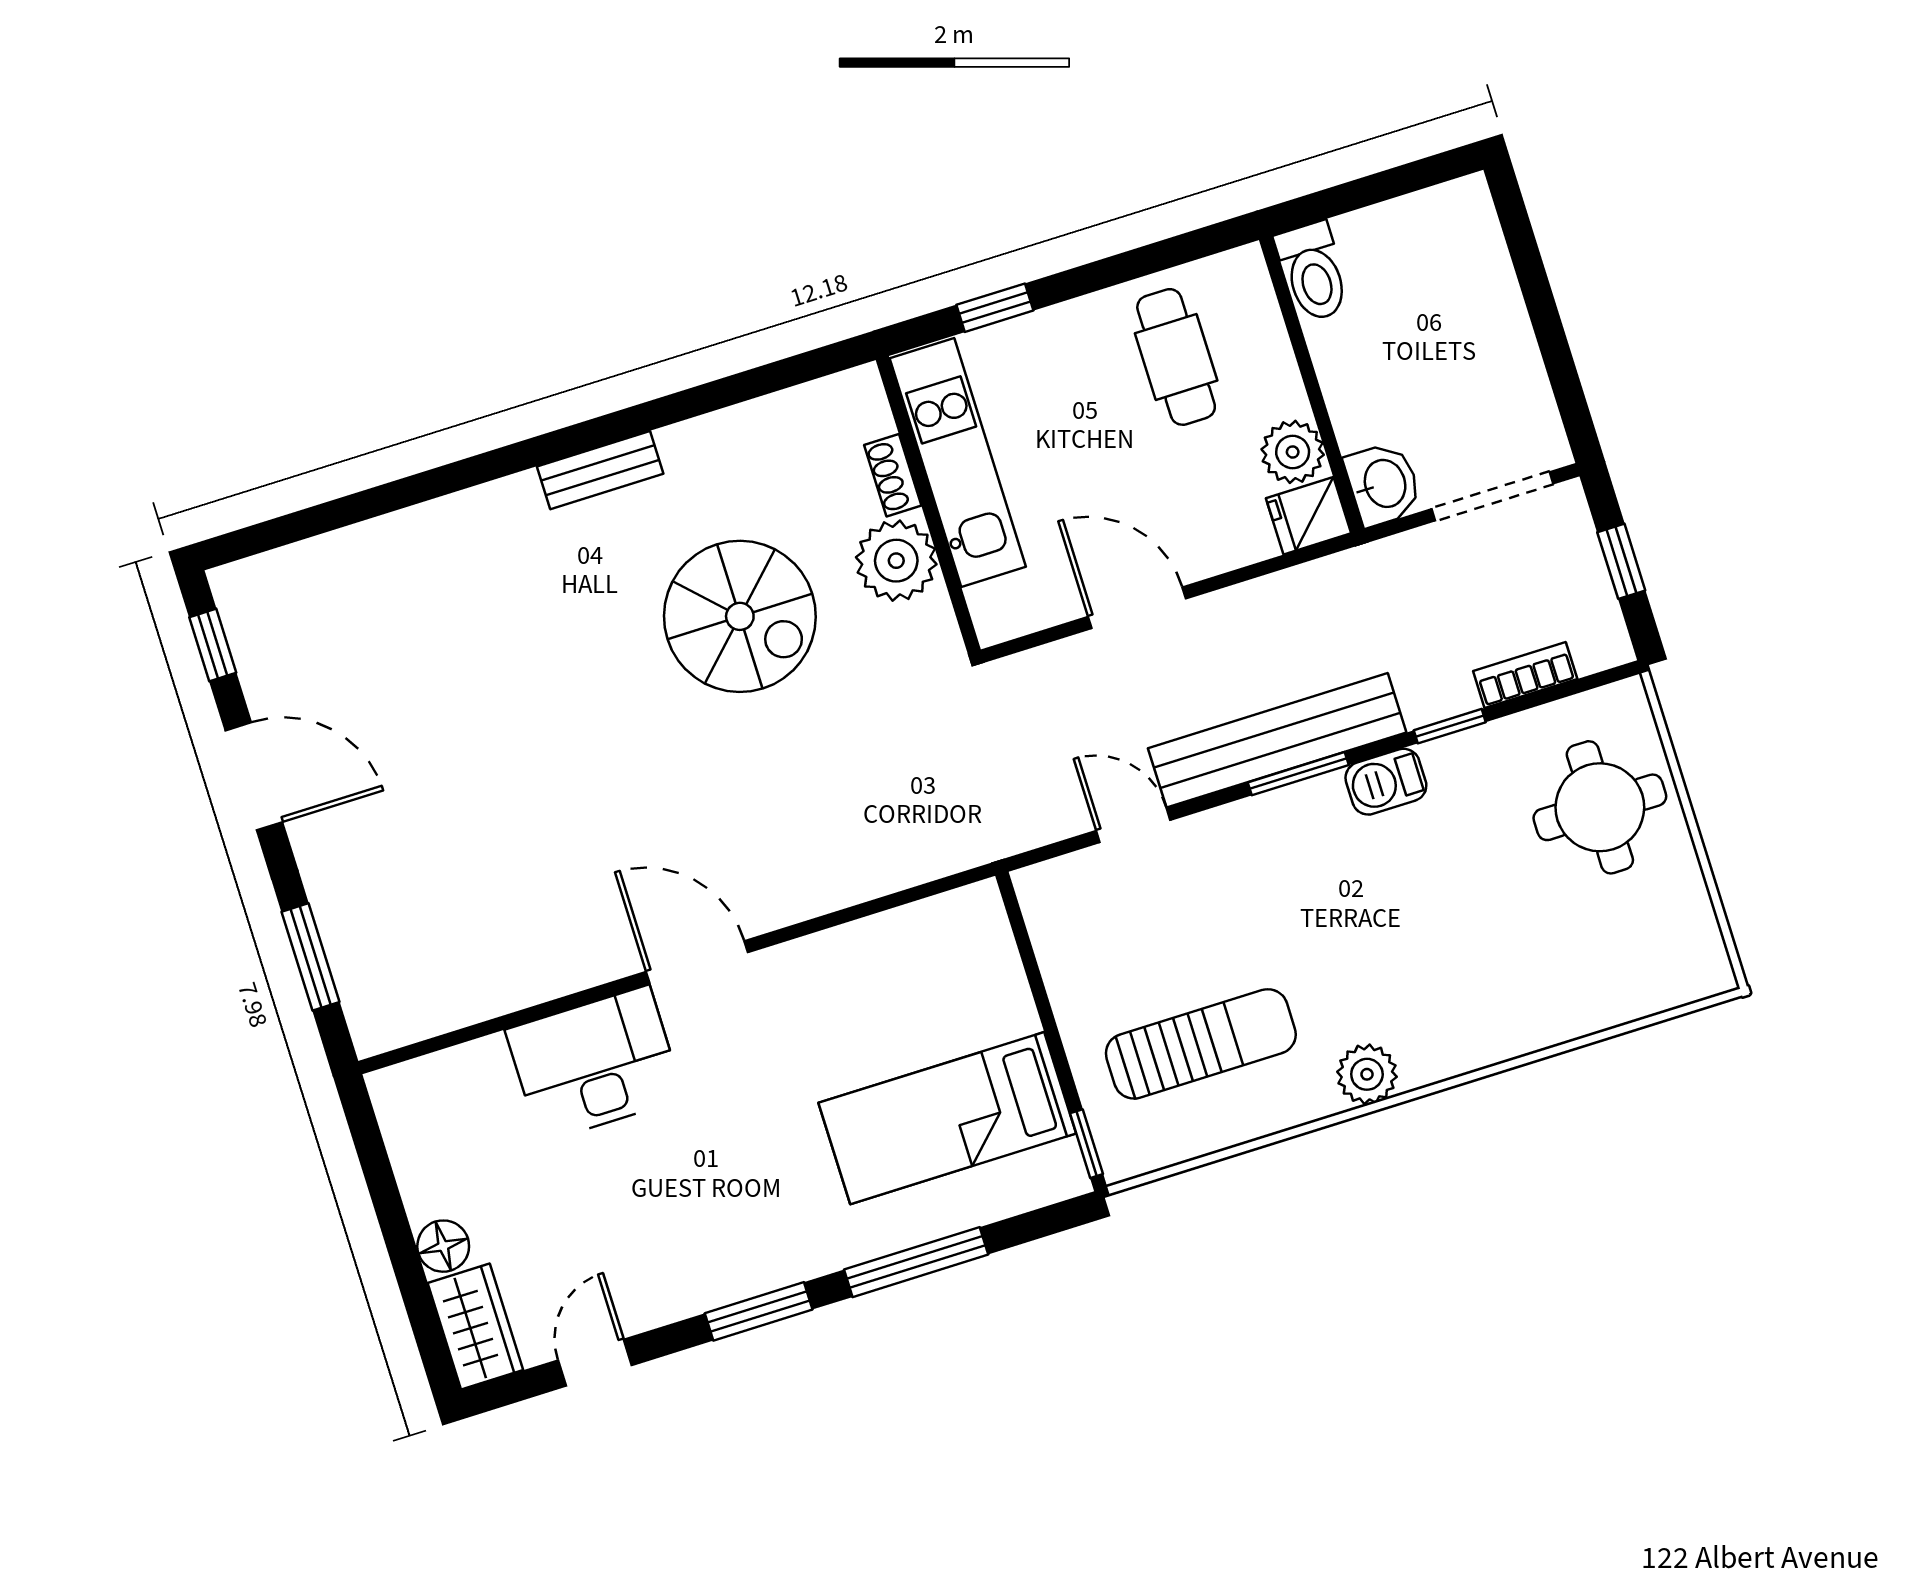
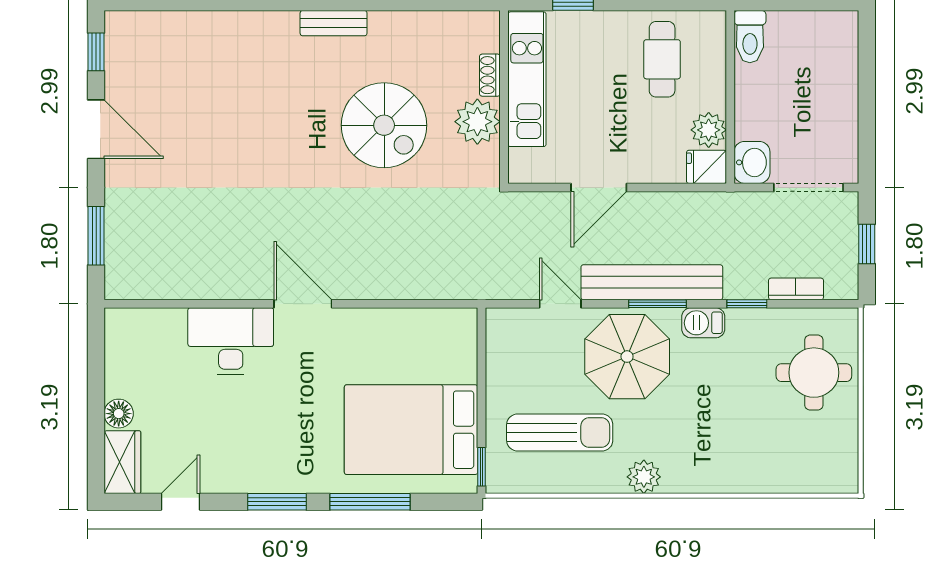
door: (1137, 608) -> (599, 187), swing flipped
parasol: (1275, 879) -> (627, 357), added
bed: (947, 1118) -> (411, 430), width x1.50

